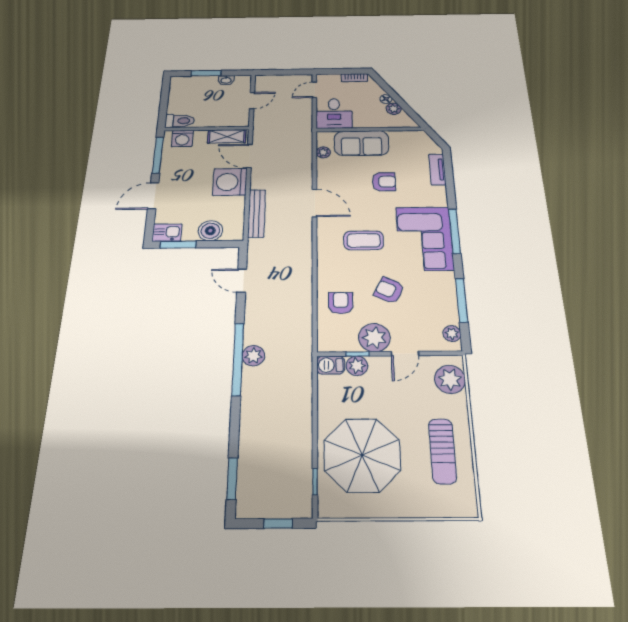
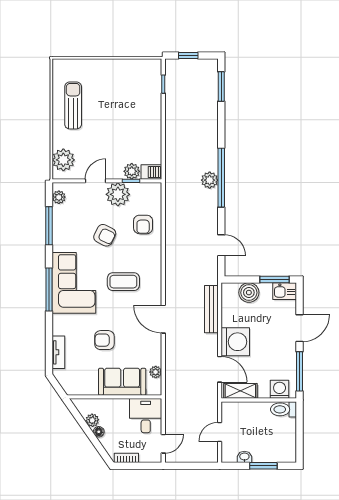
parasol: (362, 455) -> (130, 103), removed

